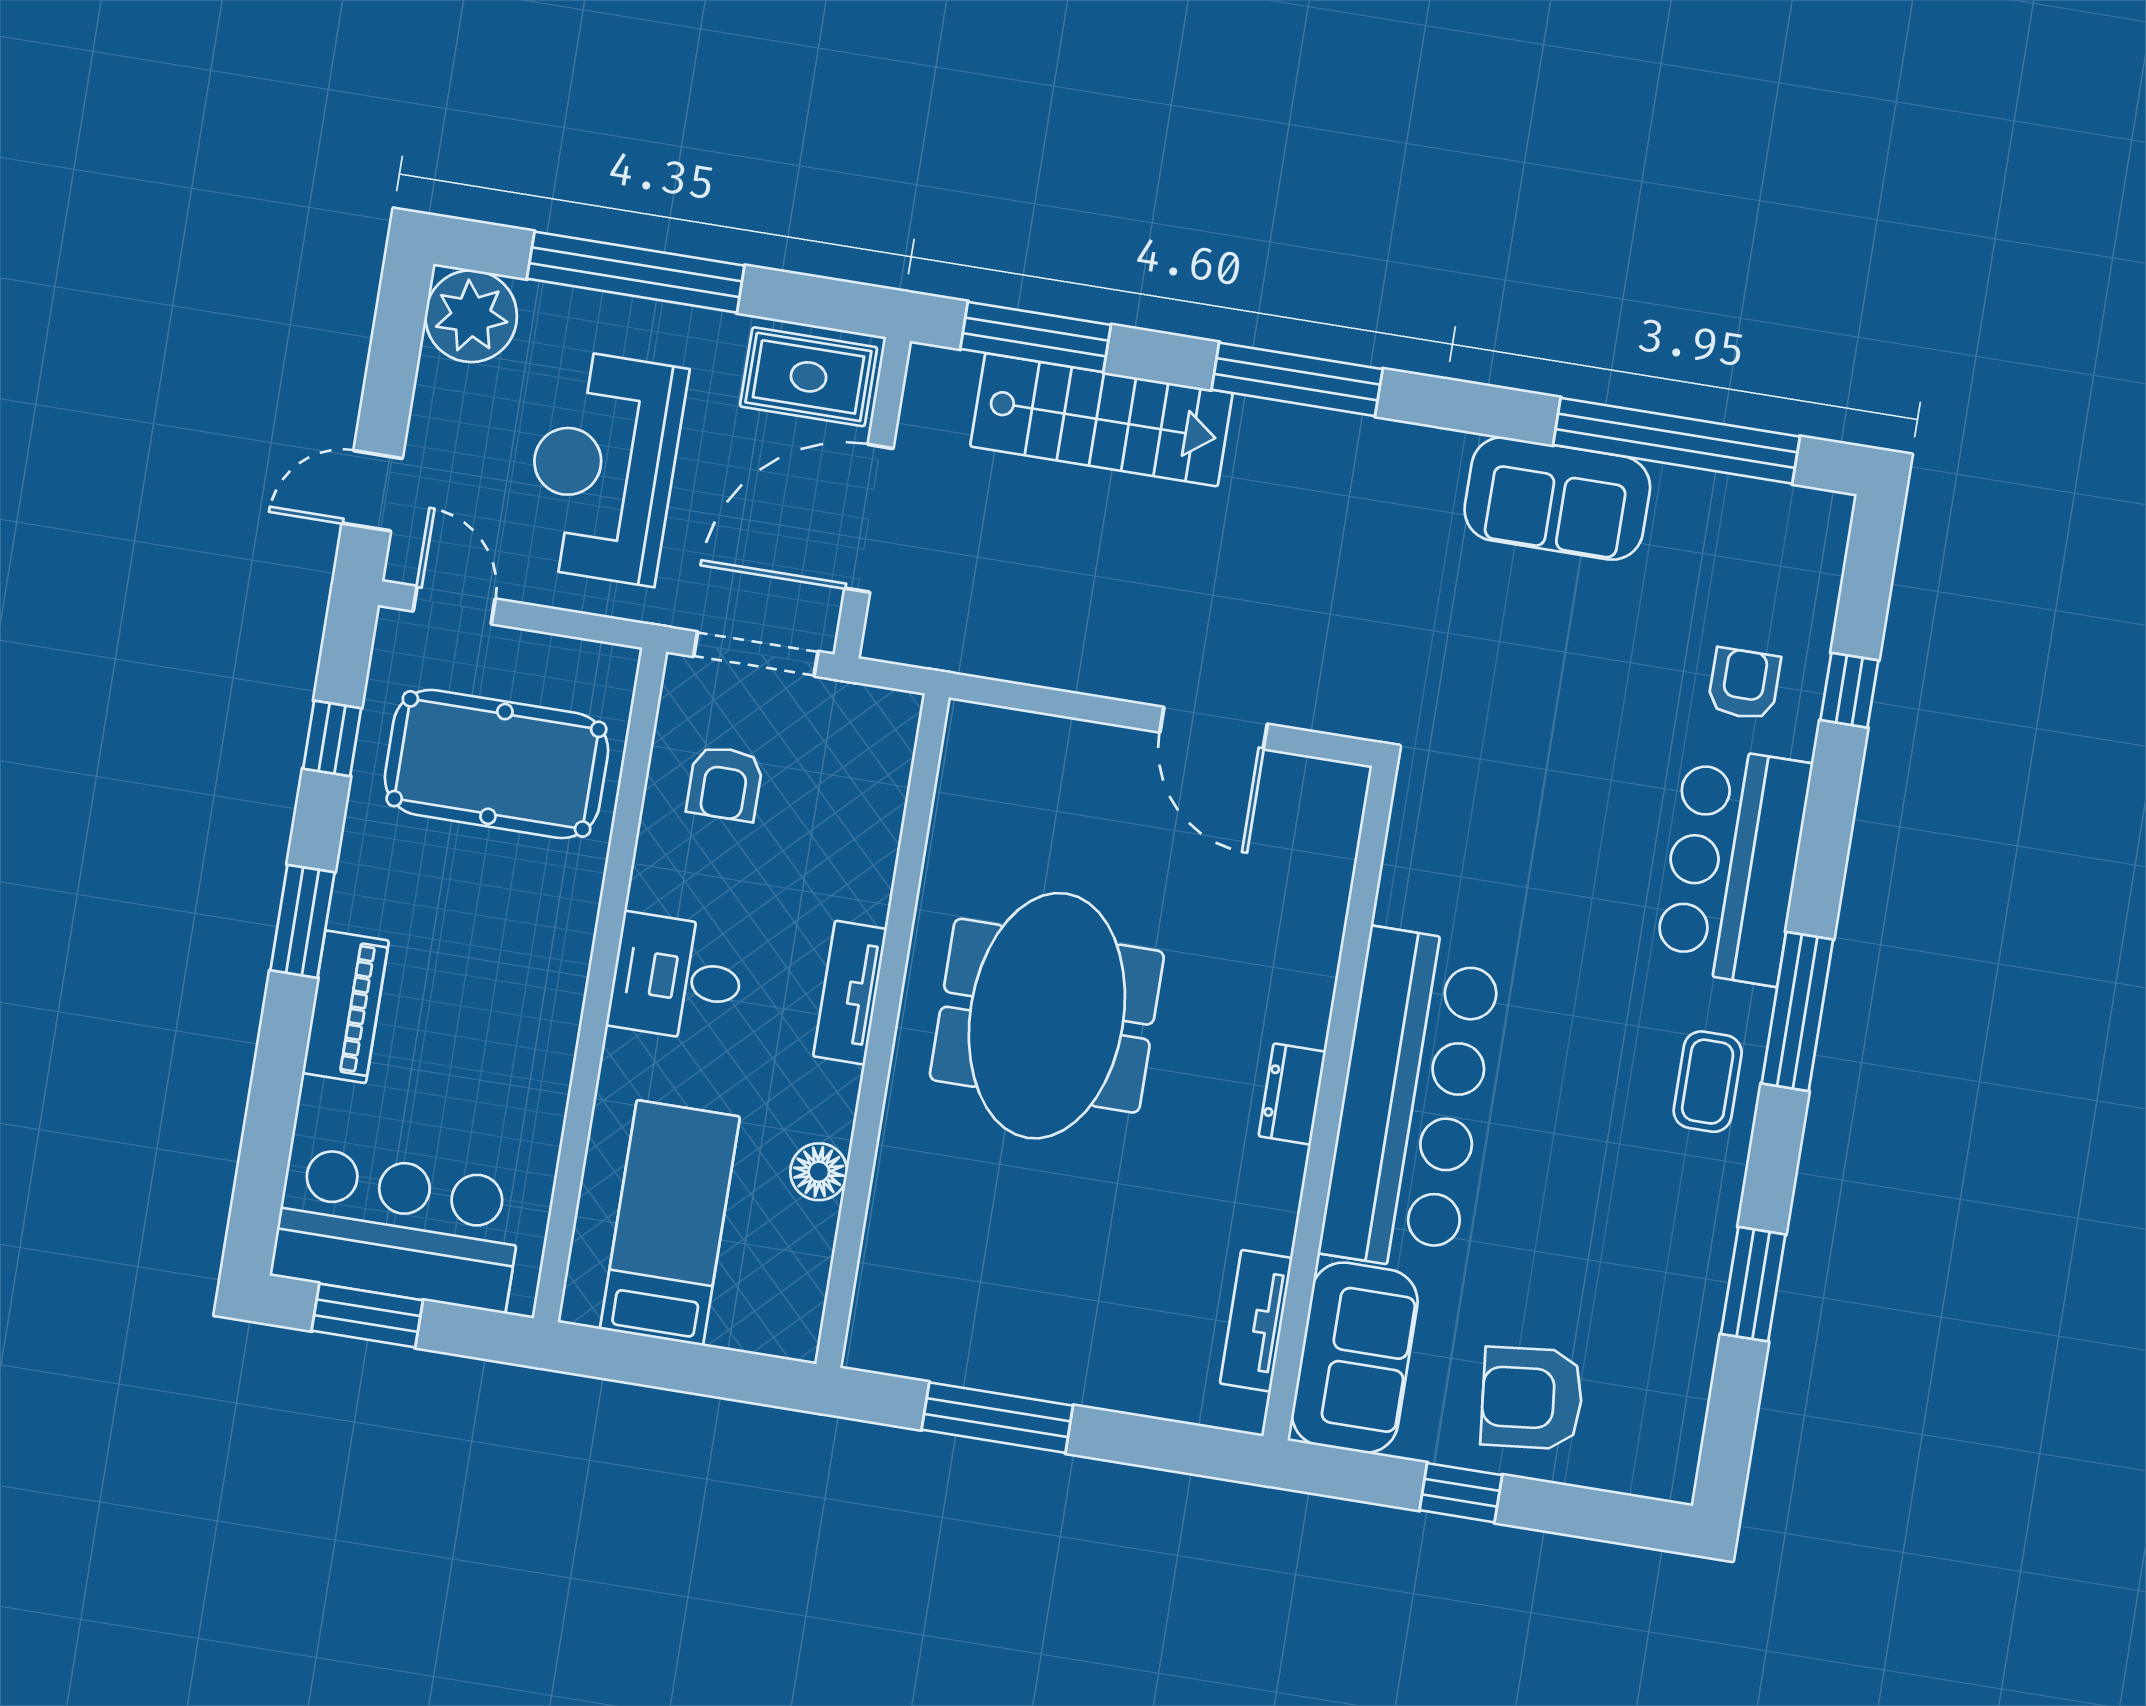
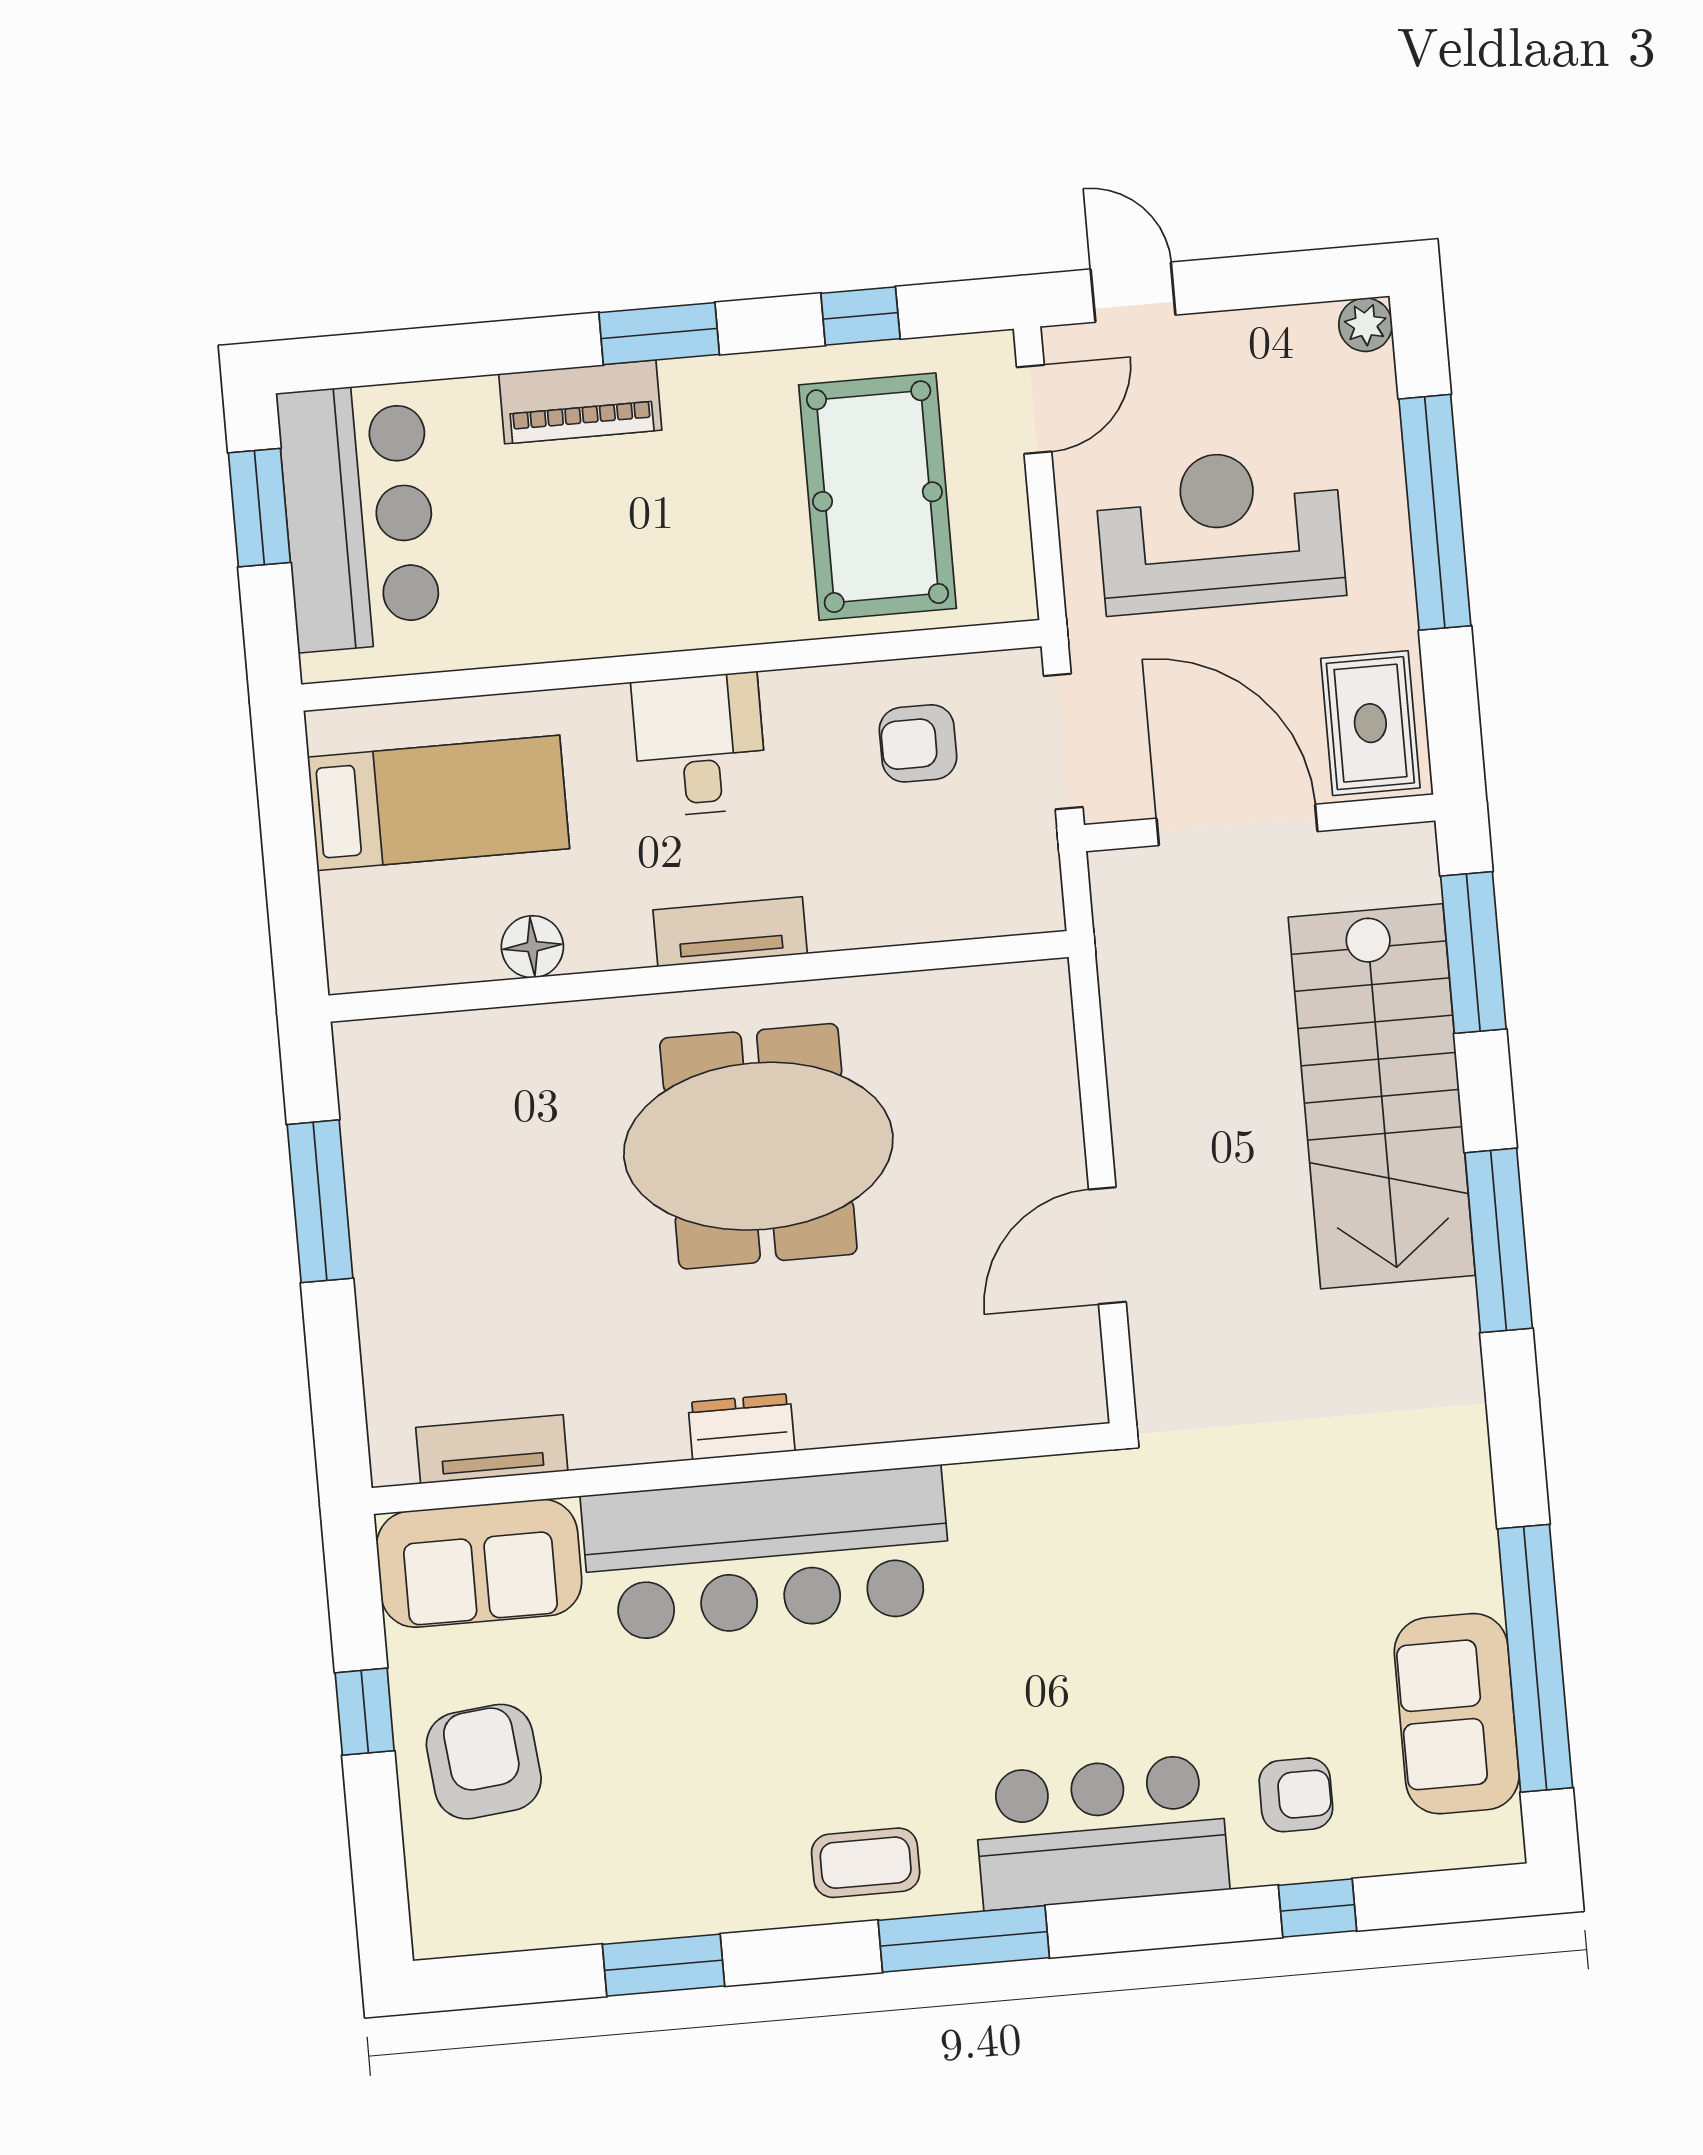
plant: (471, 316) -> (1365, 325), width x0.53, depth x0.53
stairs: (1101, 420) -> (1382, 1096), width x1.36, depth x1.51
sofa: (1557, 498) -> (1457, 1714), moved

